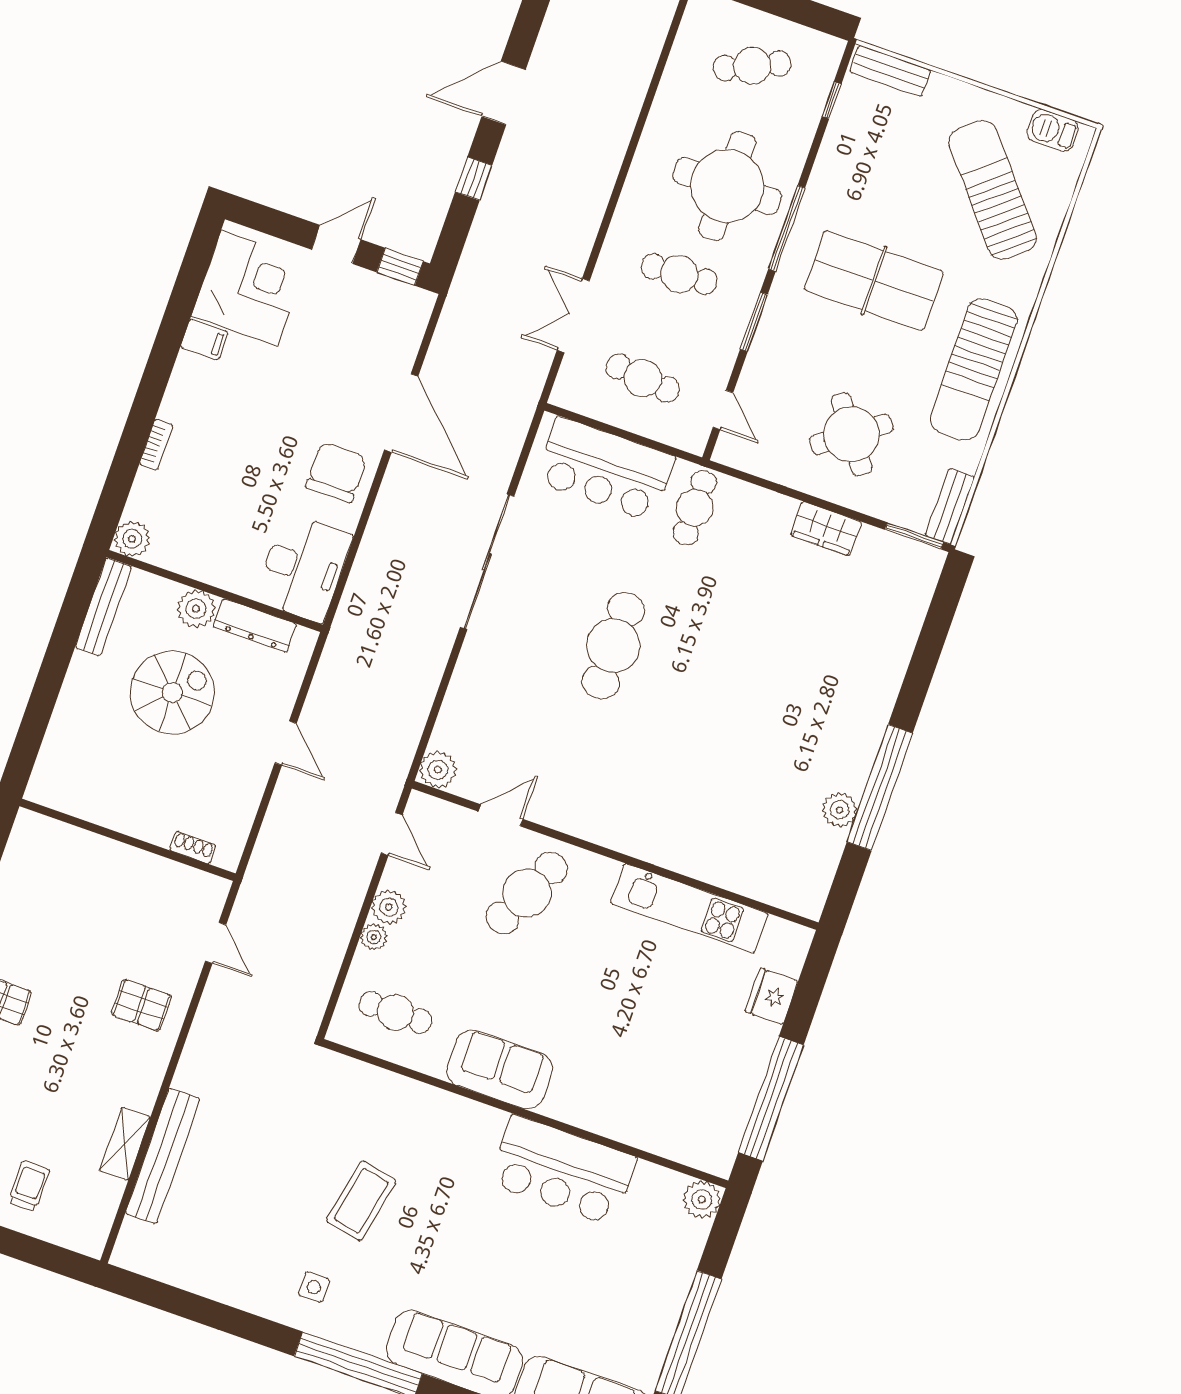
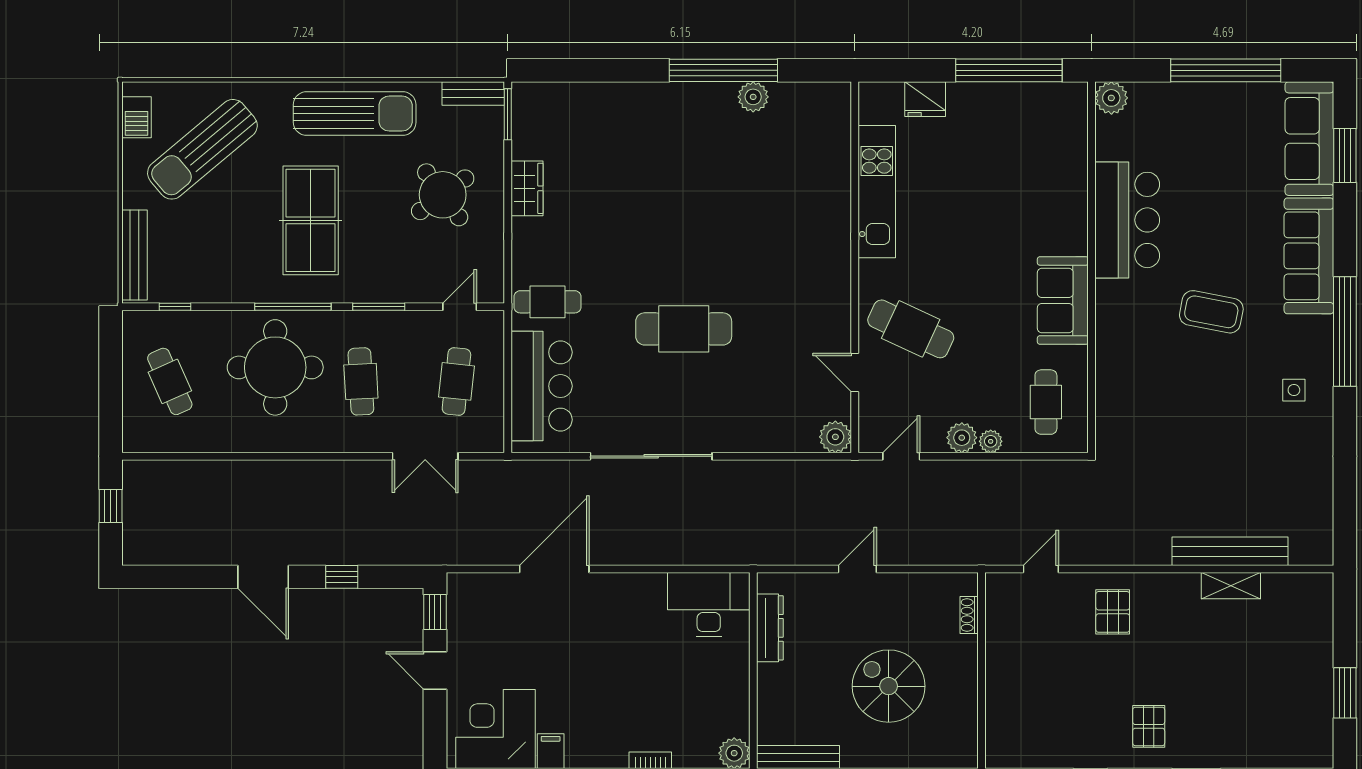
bench: (890, 71) -> (135, 255), width x1.36
chair: (336, 472) -> (621, 605), removed
plant: (196, 609) -> (773, 681), removed
spiral stairs: (172, 692) -> (889, 686), moved
trolley: (29, 1186) -> (1293, 652), removed
coffee table: (361, 1201) -> (1211, 312), moved

